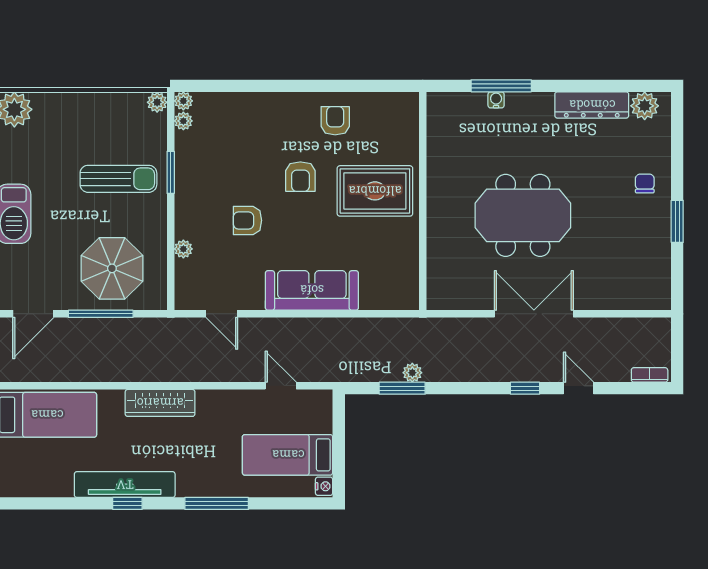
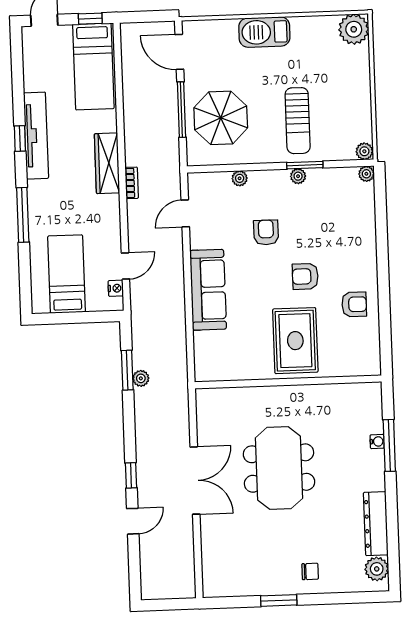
plant: (183, 121) -> (298, 176), moved
bookcase: (650, 375) -> (132, 183), moved
nightstand: (324, 486) -> (116, 288), moved, turned -90

